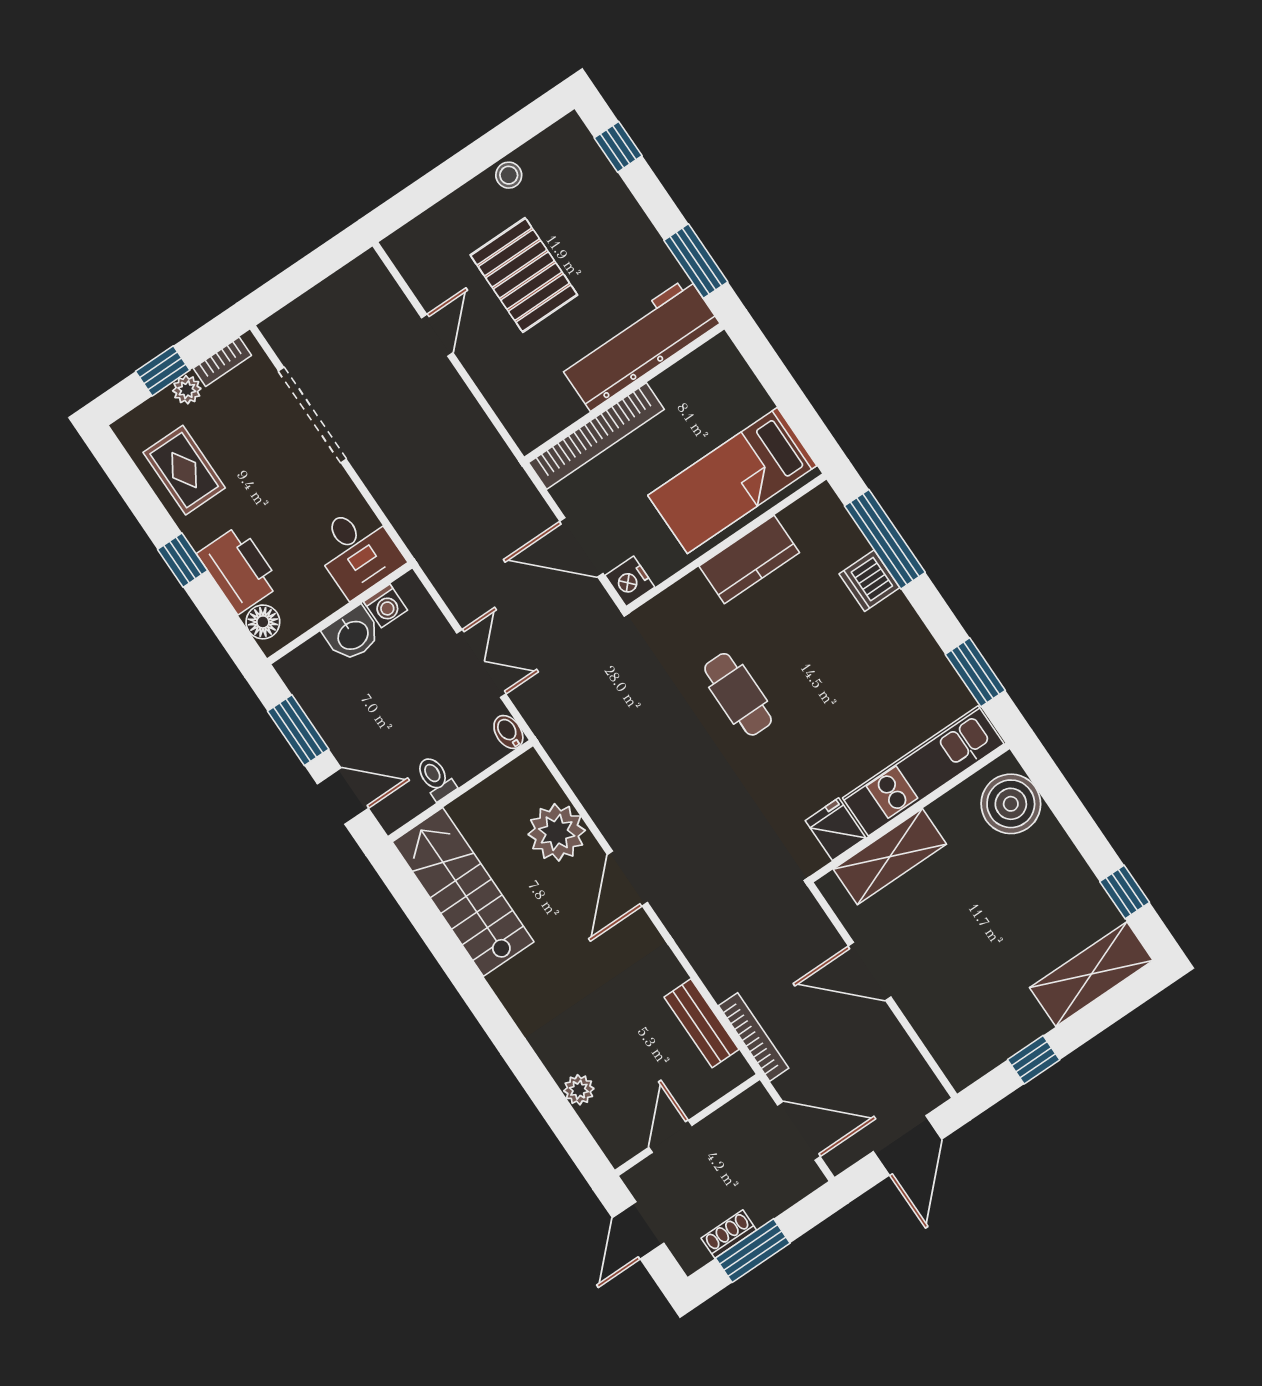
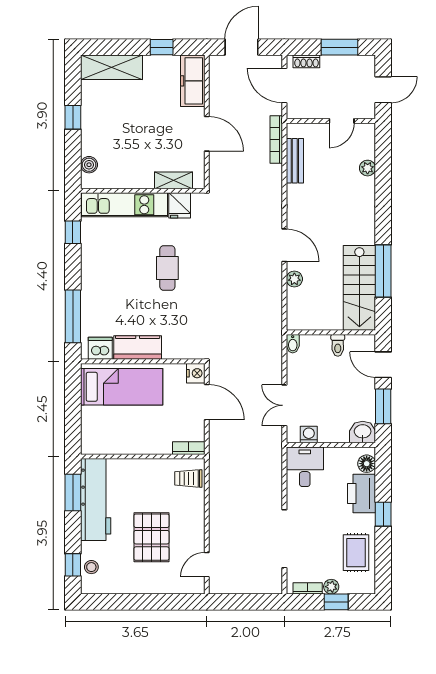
stool: (509, 175) -> (91, 567), moved
door: (437, 335) -> (207, 565), moved
workbench: (639, 344) -> (96, 500), moved, turned -90
trolley: (529, 407) -> (188, 478), added
bookcase: (596, 436) -> (189, 448), width x0.43, depth x0.76
dishwasher: (869, 581) -> (100, 348), moved, turned -90
washbasin: (352, 634) -> (363, 432), moved
double door: (481, 663) -> (284, 405), moved
window: (975, 672) -> (73, 232), width x0.67
cafe table: (738, 694) -> (167, 268), moved
boiler: (1011, 804) -> (89, 165), width x0.54, depth x0.54
plant: (557, 832) -> (294, 279), width x0.53, depth x0.53
shelving: (890, 857) -> (174, 180), width x0.67, depth x0.75
door: (627, 879) -> (284, 245), hinge flipped
window: (1125, 892) -> (73, 117), moved
window: (444, 944) -> (383, 271), added
freezer: (948, 1040) -> (193, 81), added
shoe rack: (729, 1234) -> (306, 61), moved

